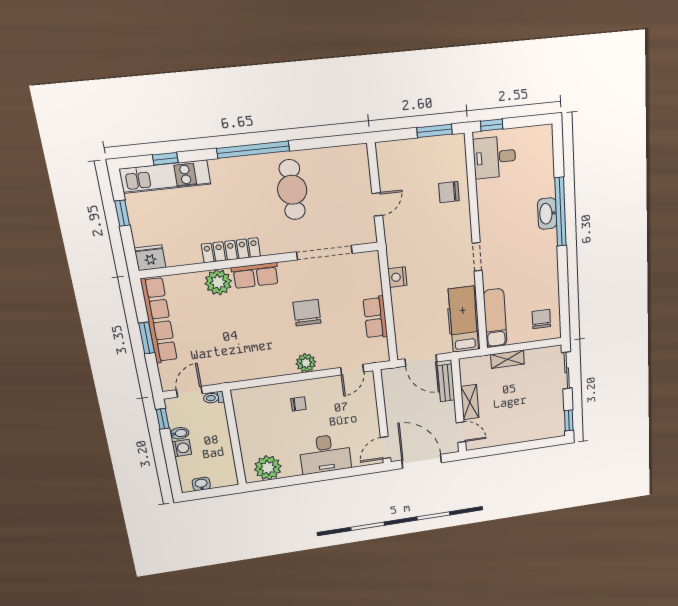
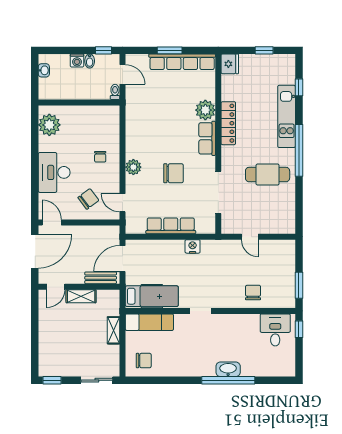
kitchen unit: (165, 177) -> (287, 116), moved
row of seats: (375, 317) -> (171, 226), width x1.48
chair: (352, 410) -> (88, 199), added

